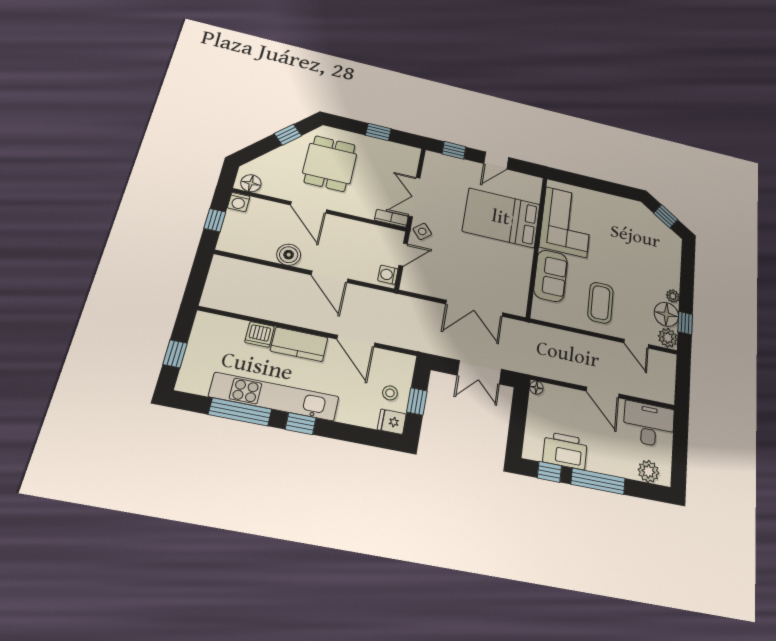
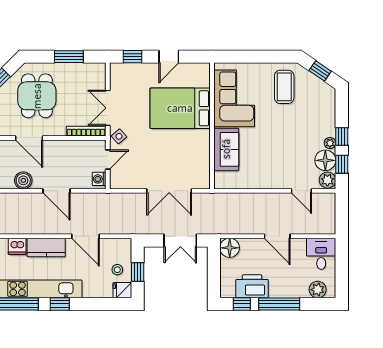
window: (378, 132) -> (69, 57), width x1.50
bookcase: (391, 218) -> (86, 131), width x1.56
window: (687, 292) -> (342, 136), added
coffee table: (600, 303) -> (284, 87), moved
floor lamp: (536, 388) -> (230, 248), width x1.89, depth x1.89
desk: (649, 424) -> (321, 254), width x0.73

